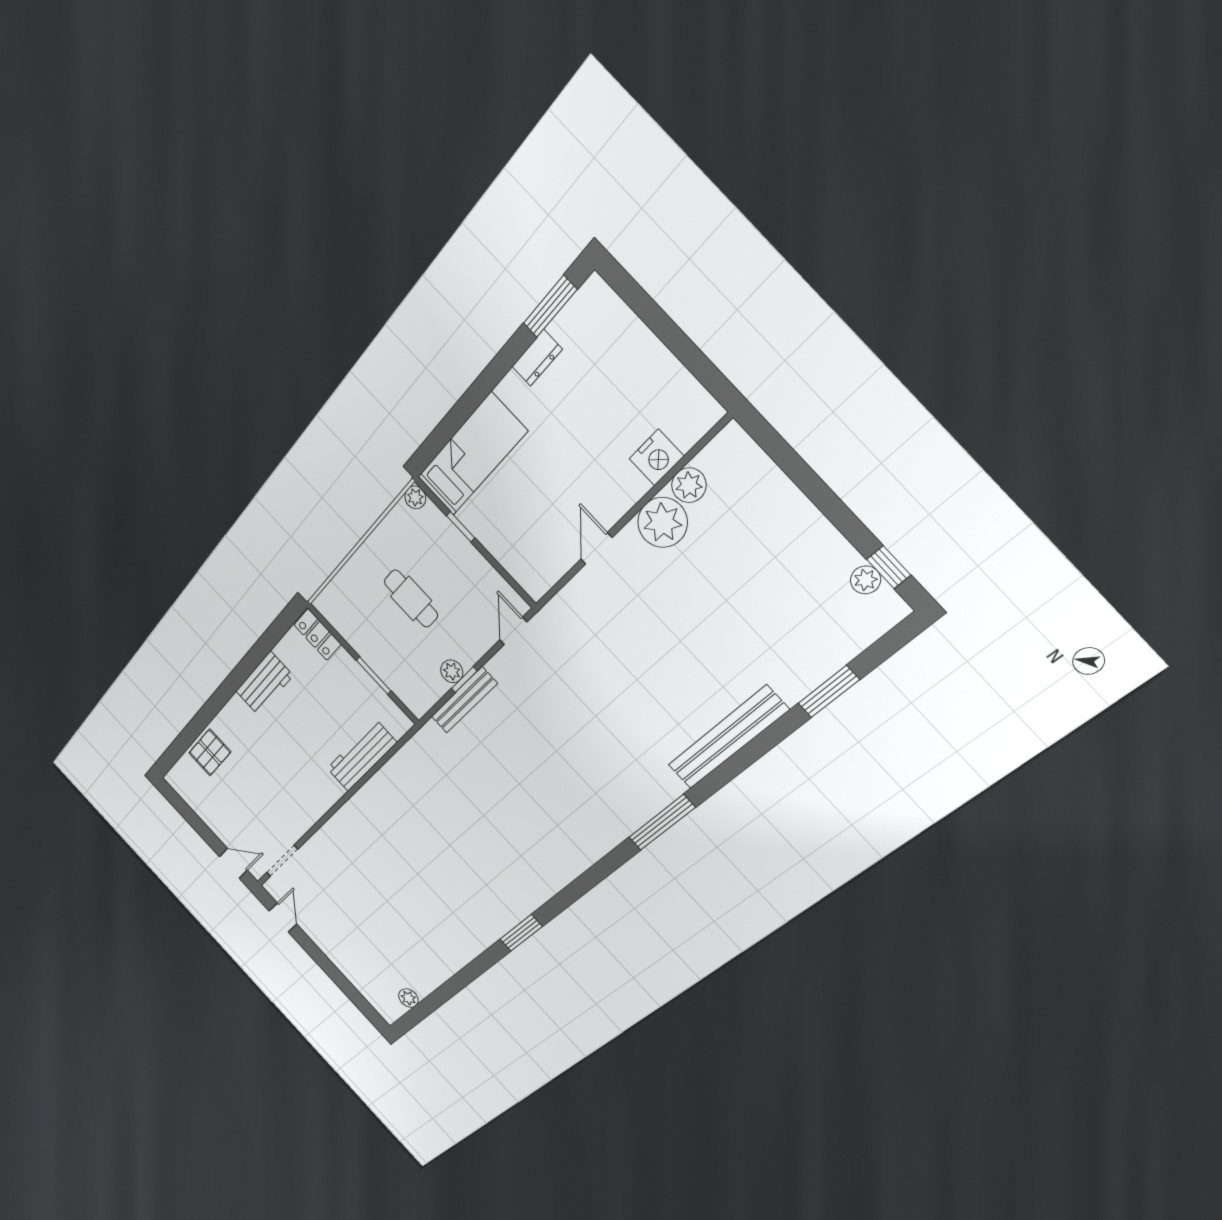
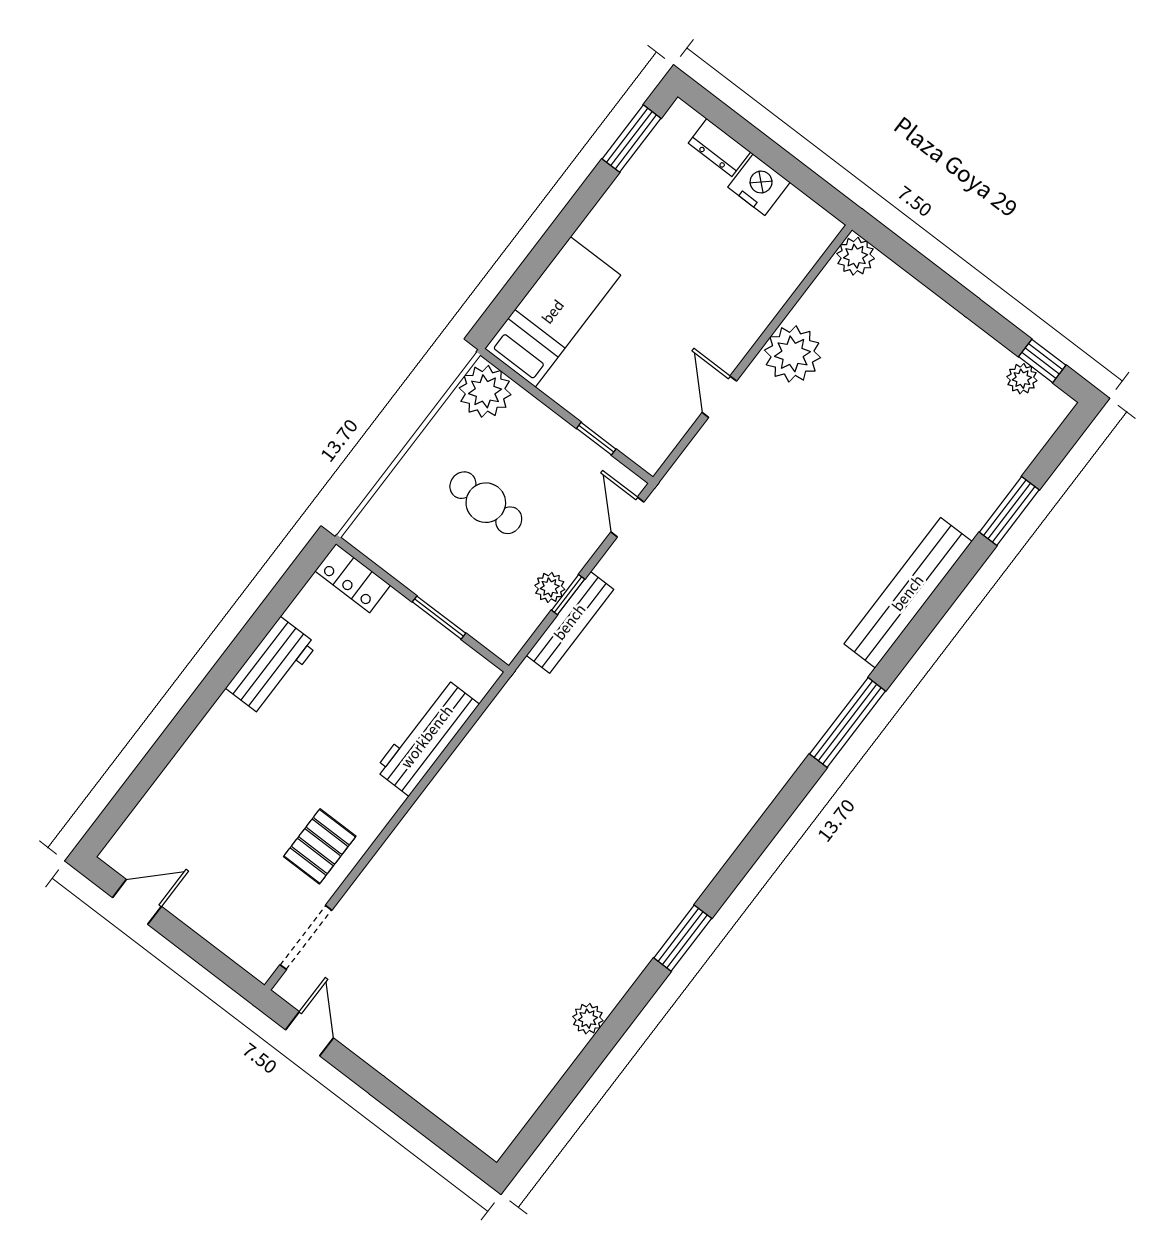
dresser: (537, 358) -> (719, 148), moved, turned 90
nightstand: (656, 458) -> (759, 185), moved, turned -90
plant: (689, 485) -> (856, 256), moved
plant: (415, 497) -> (485, 391), width x1.88, depth x1.88
window: (461, 527) -> (596, 439), moved
pallet: (210, 752) -> (320, 846), moved
door: (233, 863) -> (137, 902), moved
plant: (408, 998) -> (588, 1019), moved

